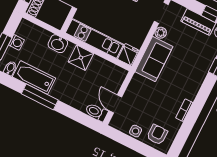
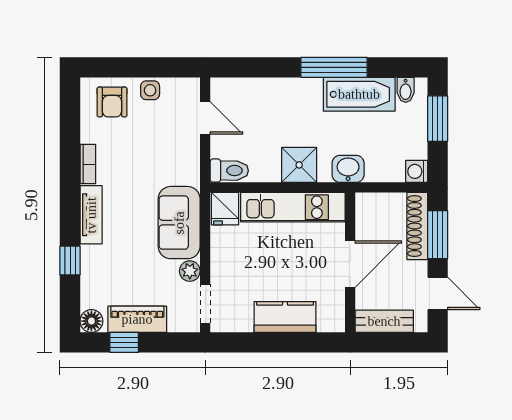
washing machine: (16, 42) -> (417, 171), moved
tv unit: (195, 85) -> (91, 215), added
toilet: (96, 112) -> (229, 171), moved

